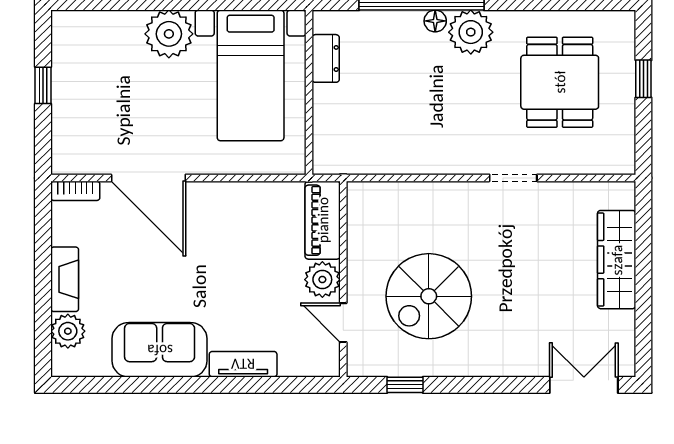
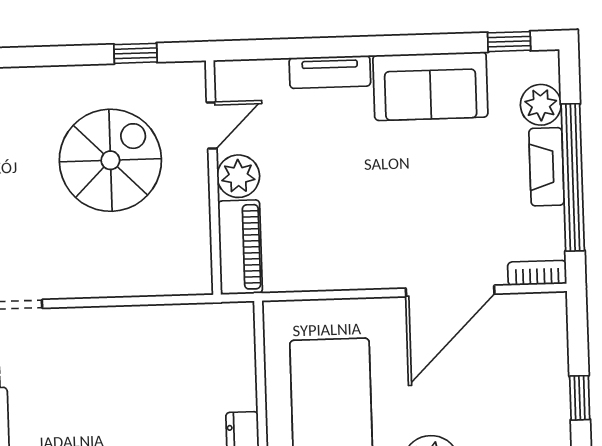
door: (148, 178) -> (450, 291), swing flipped
window: (43, 270) -> (573, 177), added
door: (343, 323) -> (212, 125), hinge flipped
window: (93, 385) -> (509, 42), added

